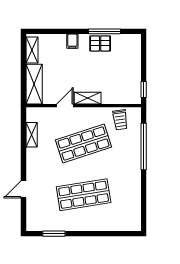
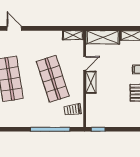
door: (65, 106) -> (85, 63), hinge flipped
shelving: (32, 135) -> (73, 35), moved

